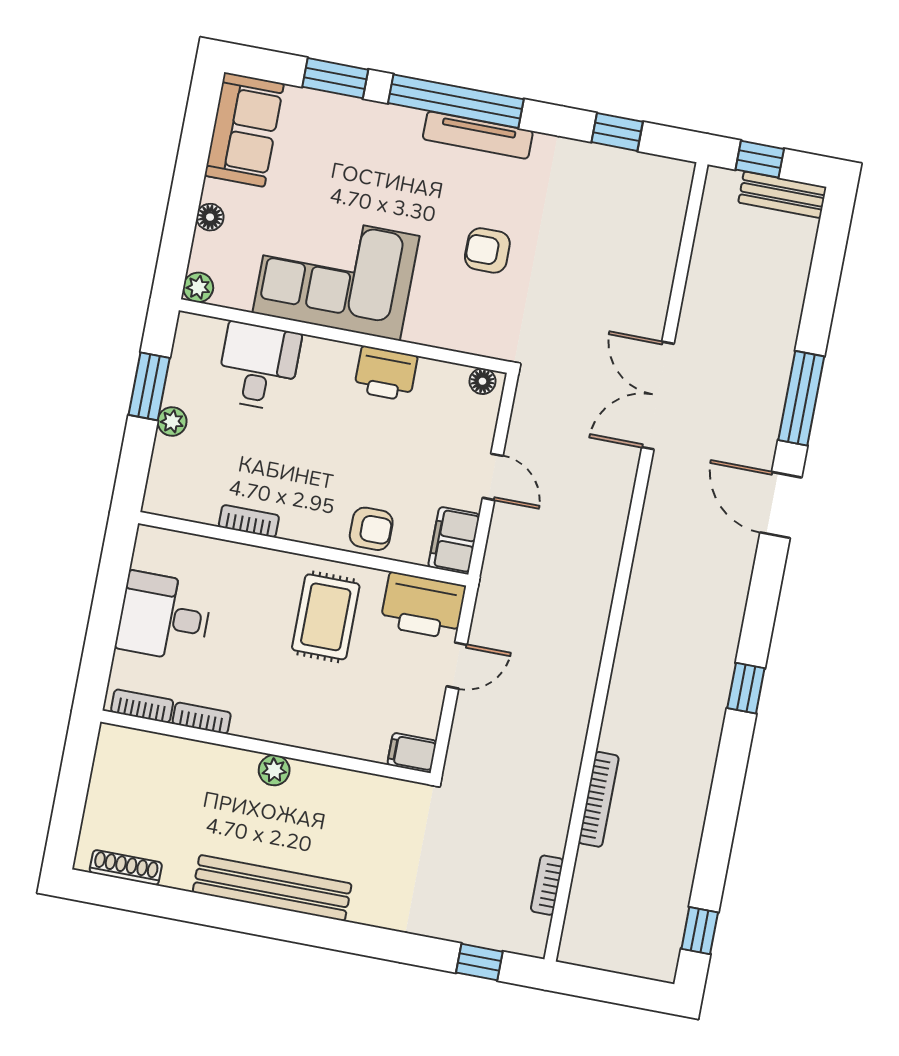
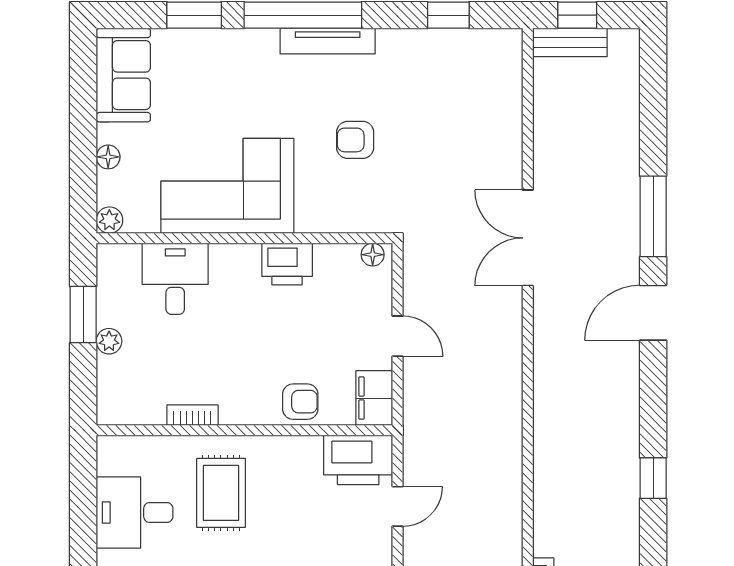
bench: (782, 195) -> (570, 42), moved
door: (781, 505) -> (653, 313), hinge flipped
rug: (326, 617) -> (221, 493), moved

